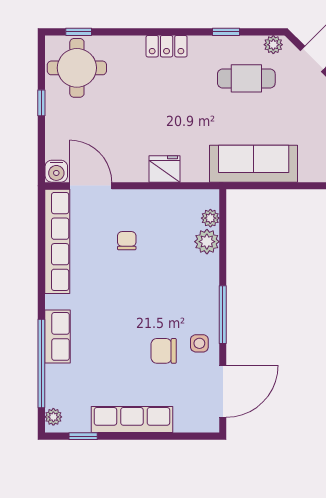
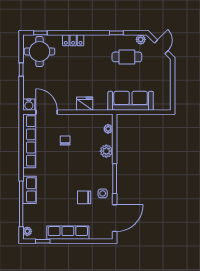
locker: (167, 46) -> (73, 40), moved
plant: (207, 242) -> (106, 151), moved

